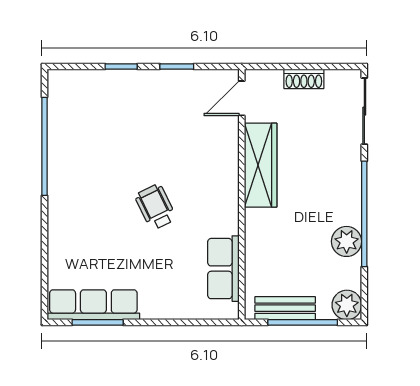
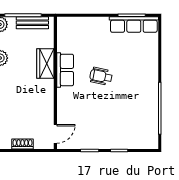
wardrobe: (261, 165) -> (45, 64), moved, width x0.67
wheelchair: (156, 207) -> (101, 76), turned 128
row of seats: (223, 269) -> (65, 70), moved

